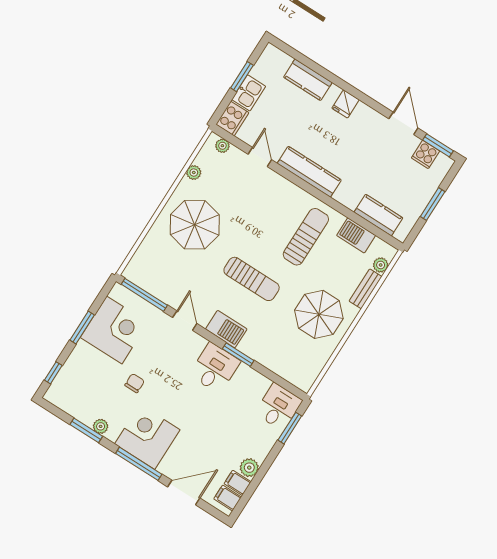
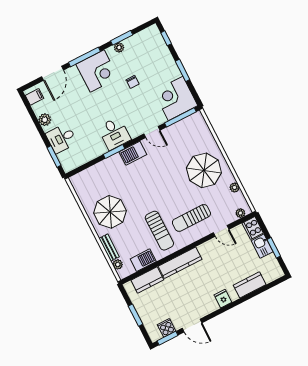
kitchen counter: (309, 172) -> (180, 263), moved
sun lounger: (252, 279) -> (191, 218), moved
corner desk: (114, 330) -> (176, 98), moved, turned 90
desk: (278, 407) -> (61, 138), moved, turned 90
filing cabinet: (238, 483) -> (40, 108), removed

